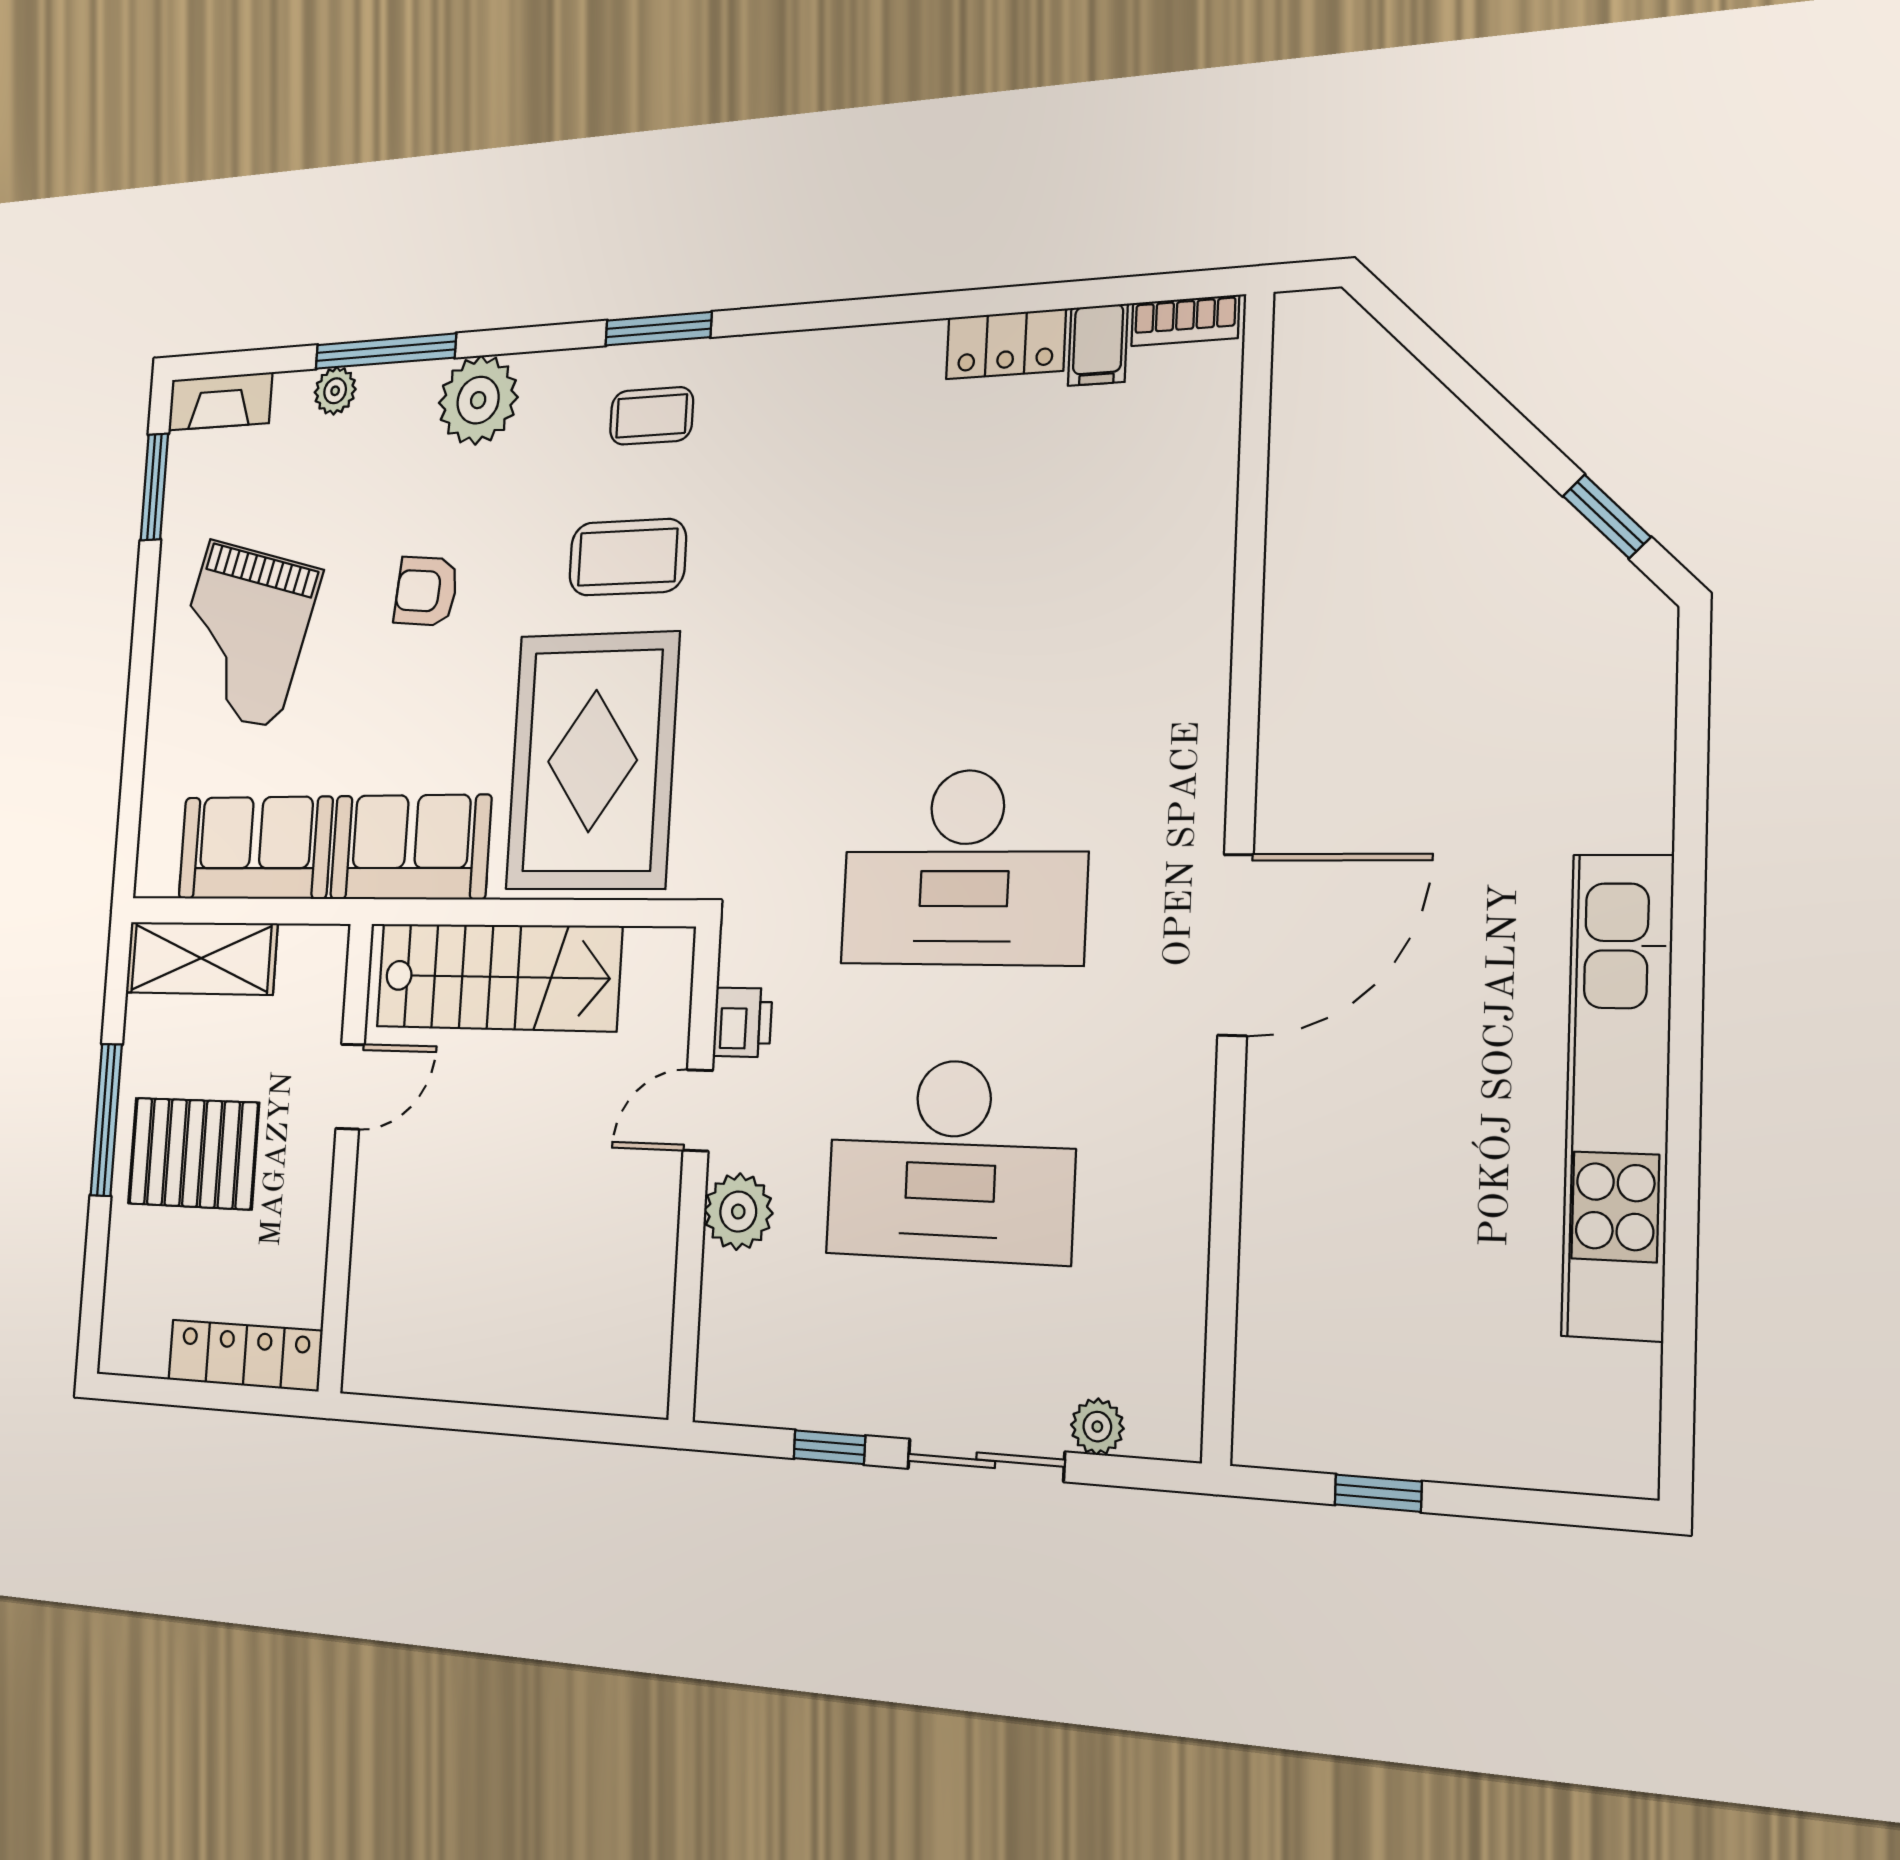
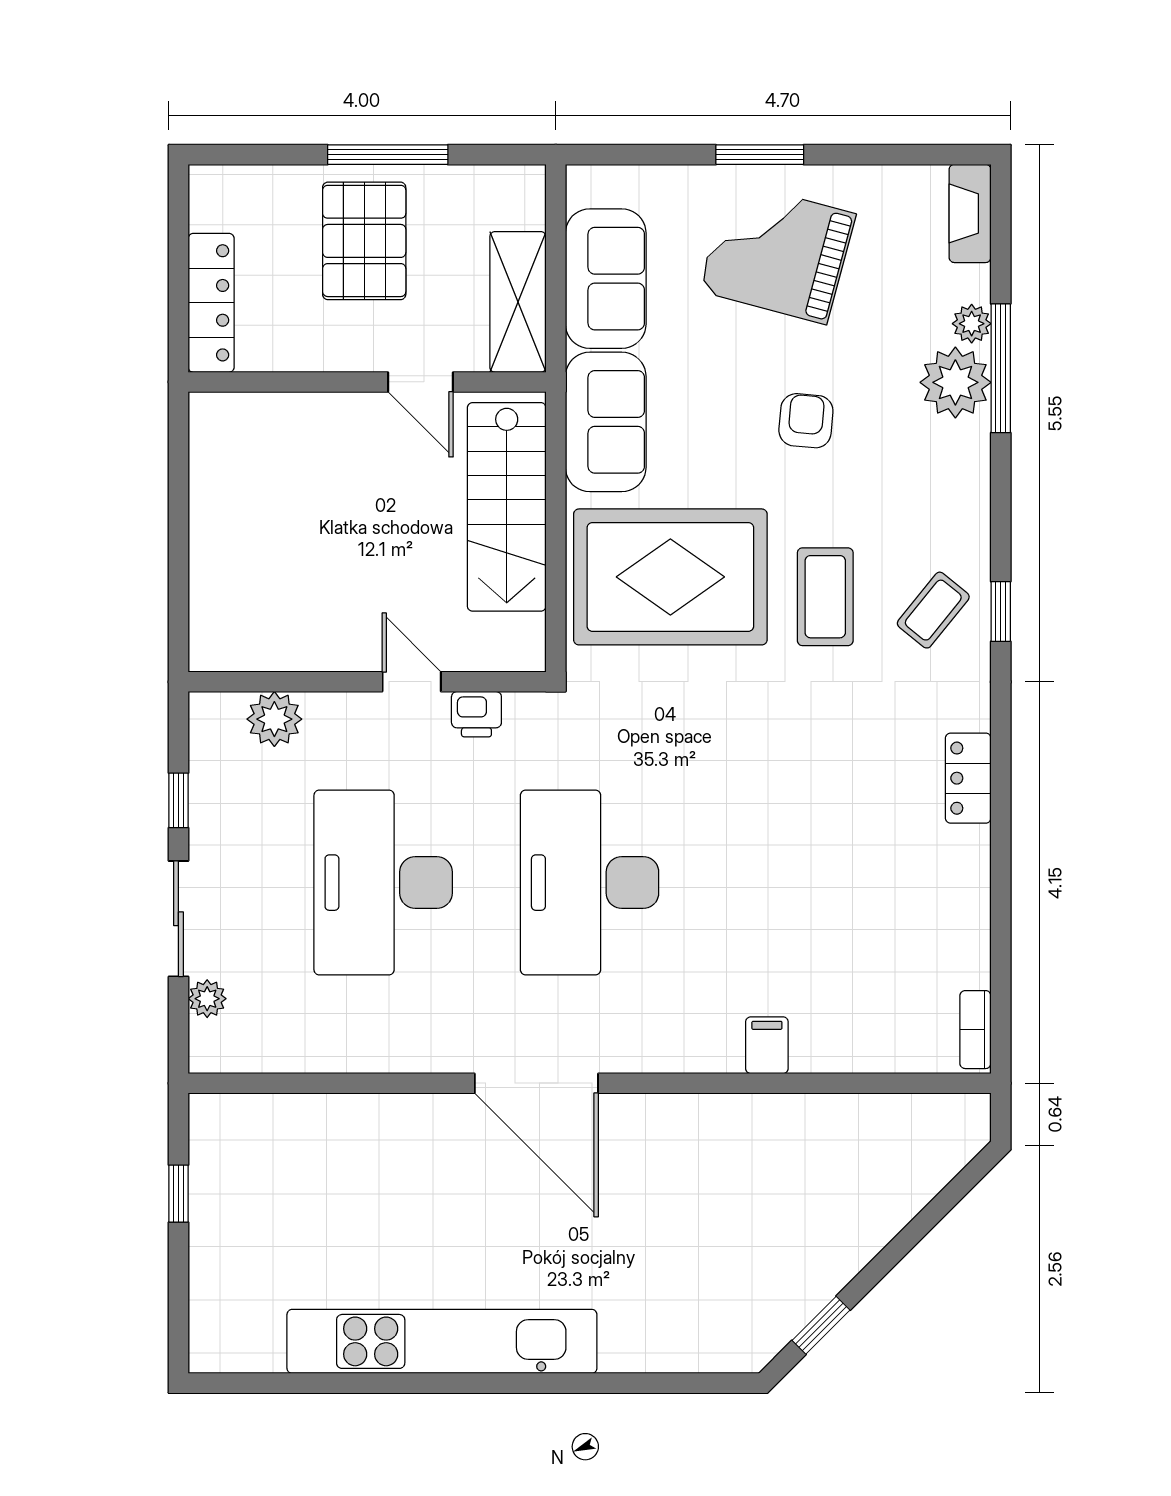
window: (658, 329) -> (1001, 611), width x0.67
locker: (1006, 344) -> (968, 778), moved
filing cabinet: (1098, 345) -> (767, 1045), moved, turned 90
plant: (478, 400) -> (955, 382), moved
coffee table: (652, 416) -> (933, 610), turned 39
window: (154, 487) -> (760, 155), moved
shelving: (201, 958) -> (518, 302), moved
plant: (738, 1212) -> (274, 719), moved

